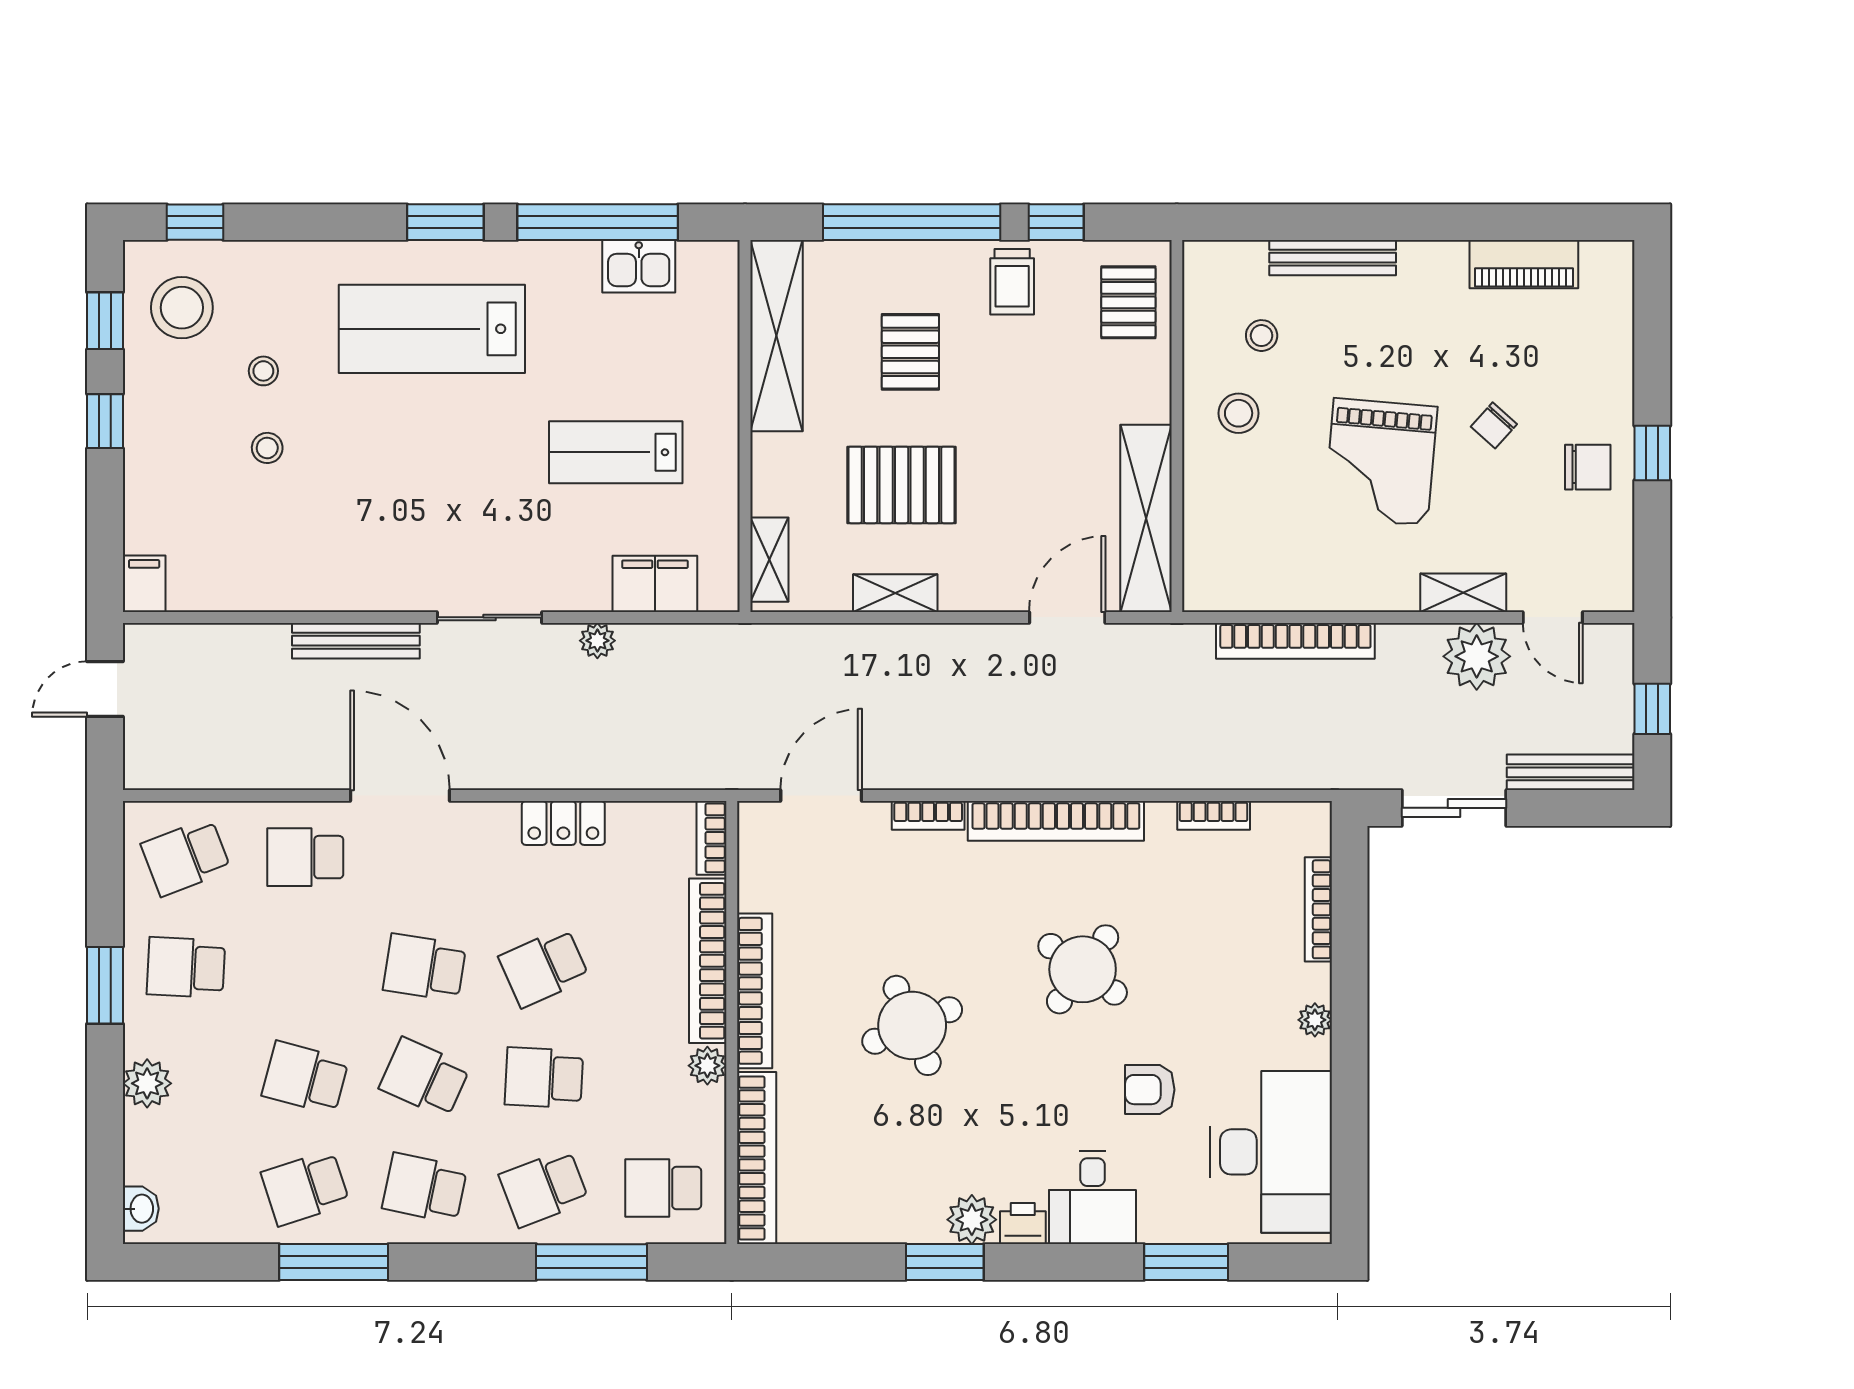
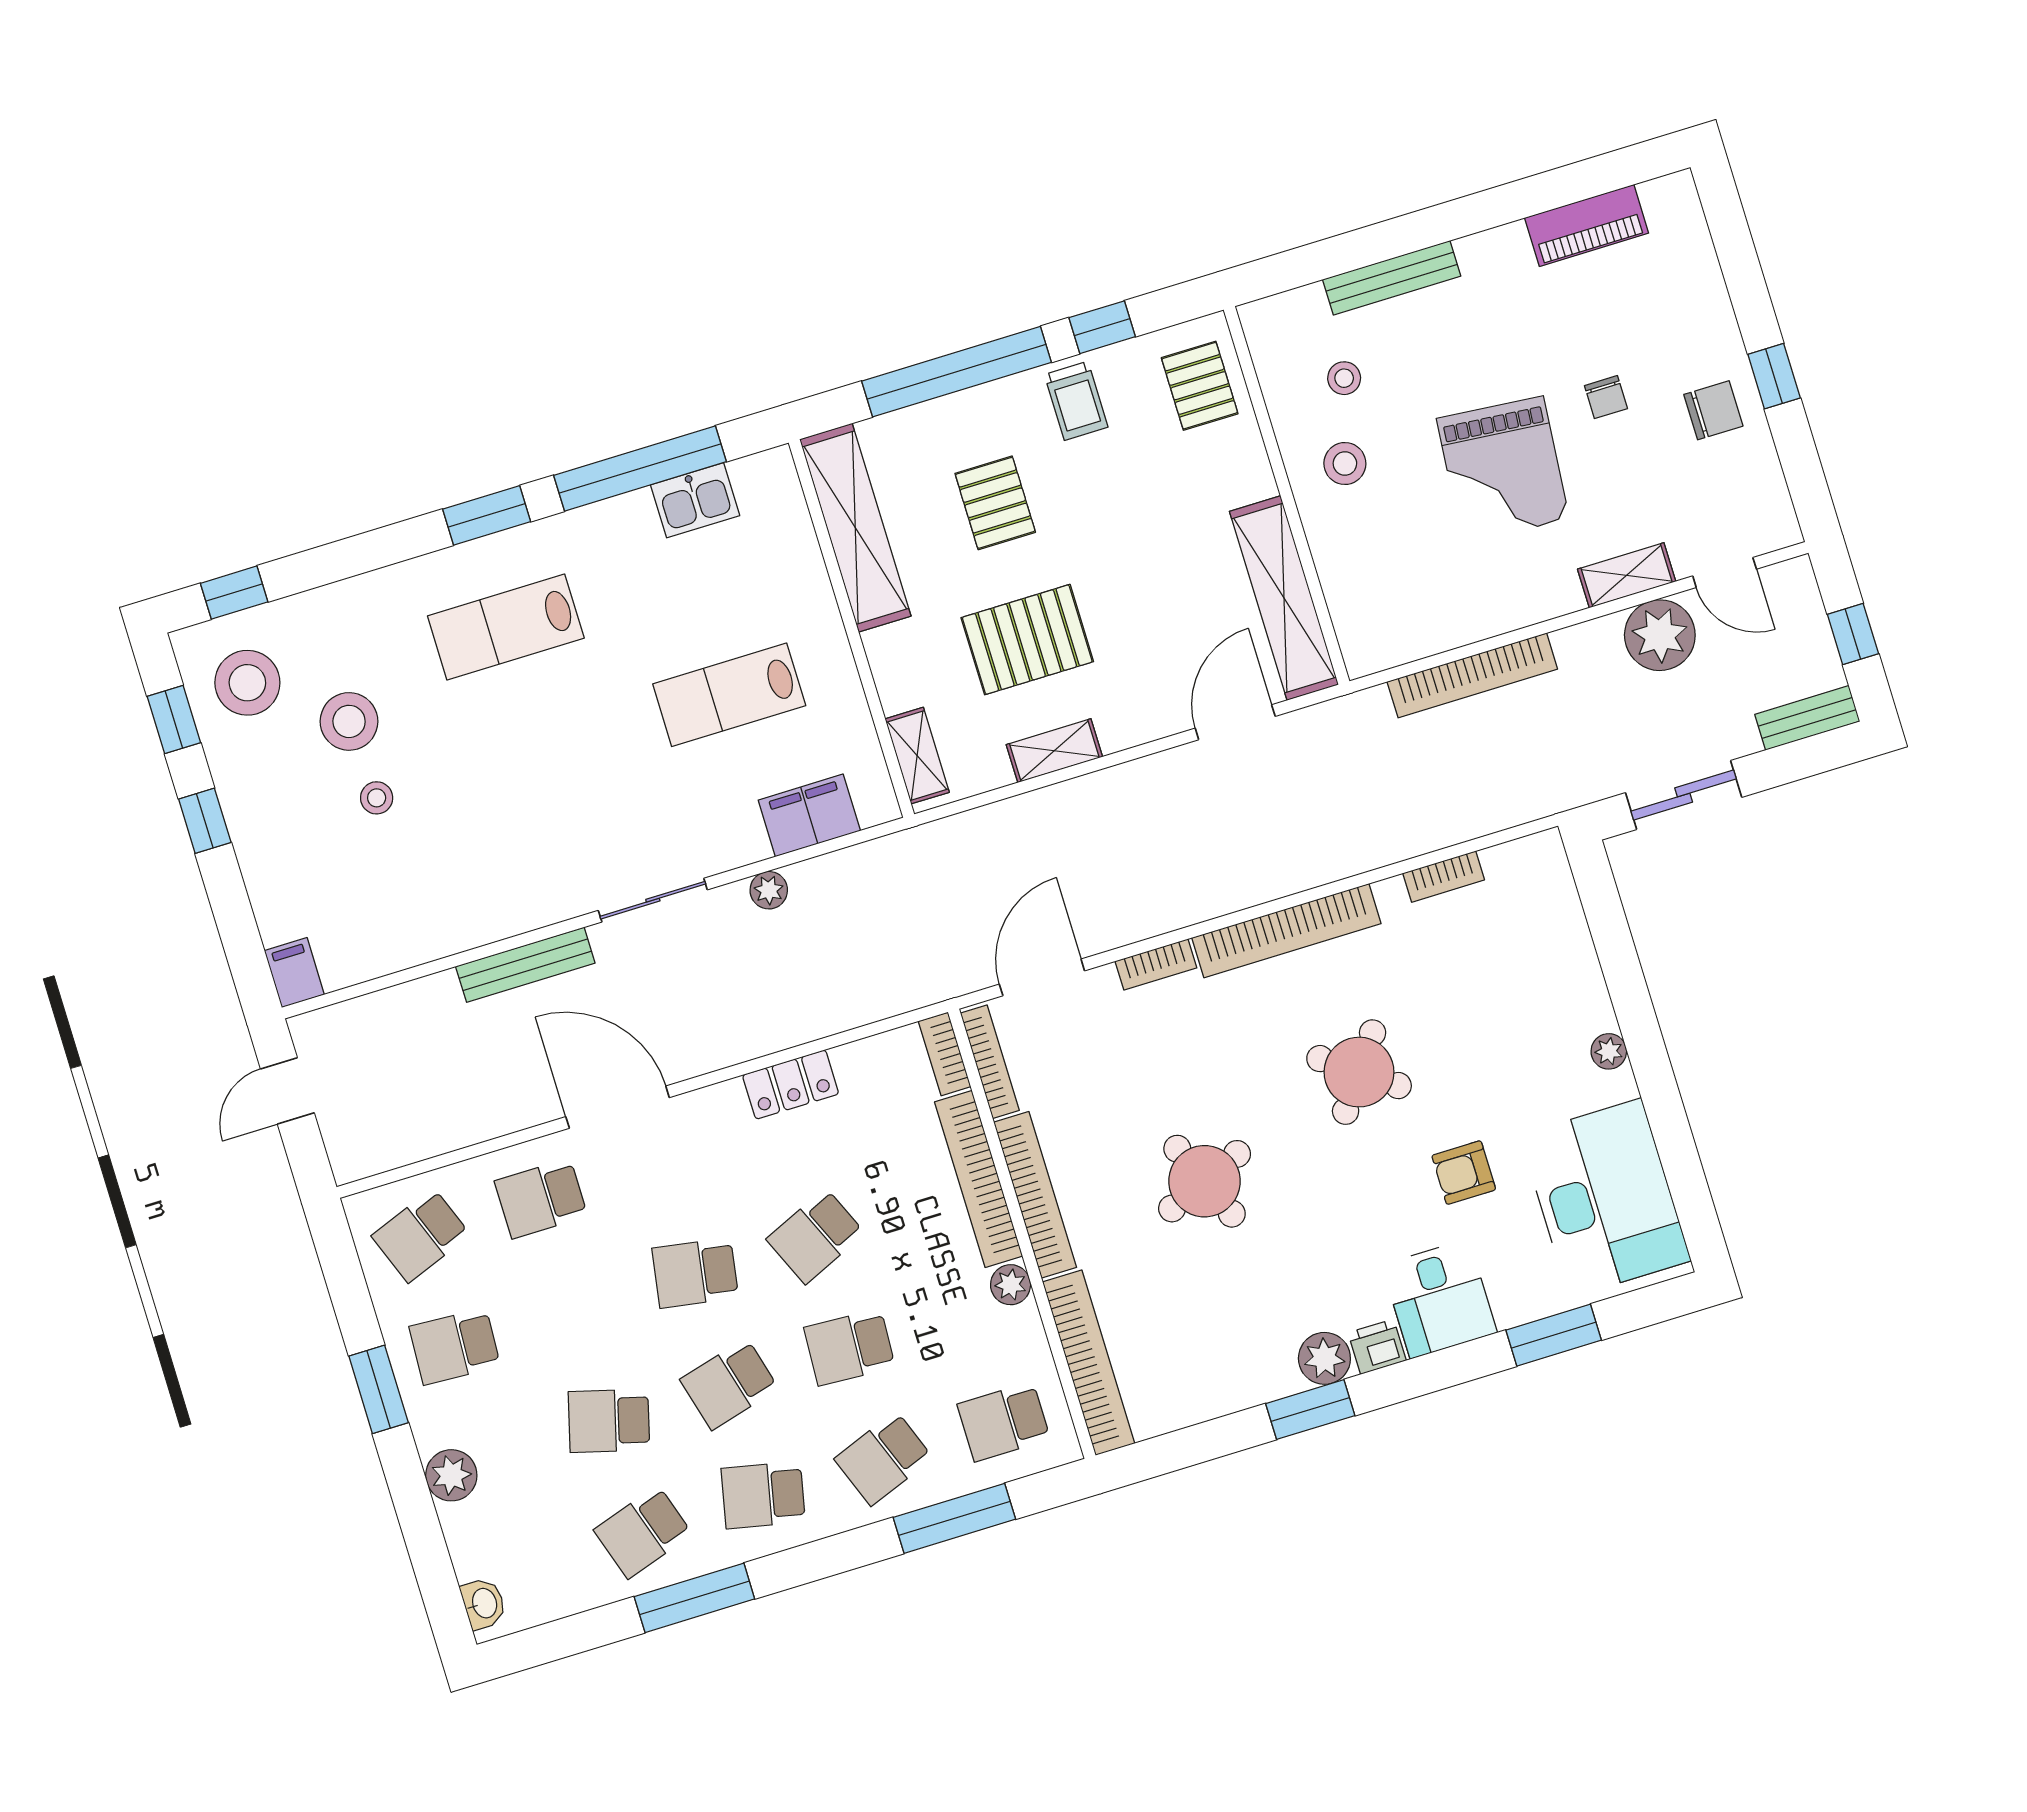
lab bench: (432, 329) -> (506, 627), width x0.73, depth x0.72
stool: (263, 371) -> (349, 721), width x1.89, depth x1.89
chair: (1494, 425) -> (1606, 397), turned -42
bench: (1571, 772) -> (1807, 718), width x0.73
bookcase: (1318, 909) -> (990, 1062), moved, turned 180
school desk: (425, 1078) -> (729, 1384), turned -39

